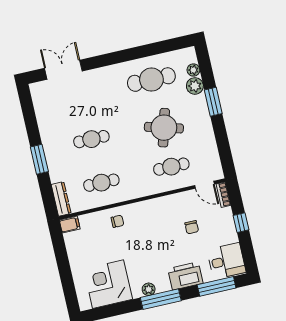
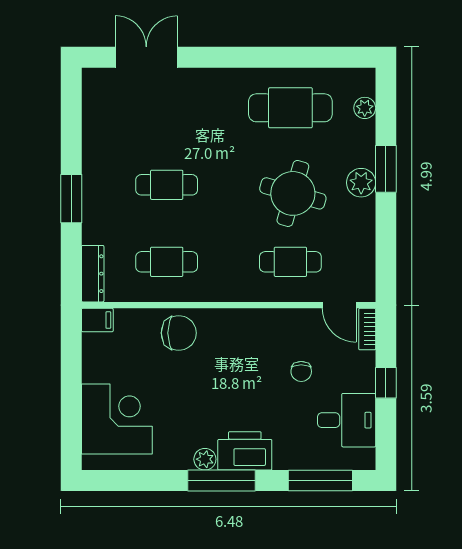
plant: (195, 86) -> (361, 183), moved
chair: (117, 221) -> (179, 333), width x1.87, depth x1.87
desk: (226, 261) -> (347, 420), moved
printer: (185, 276) -> (245, 451), moved
corner desk: (108, 284) -> (117, 419), moved, turned 90

